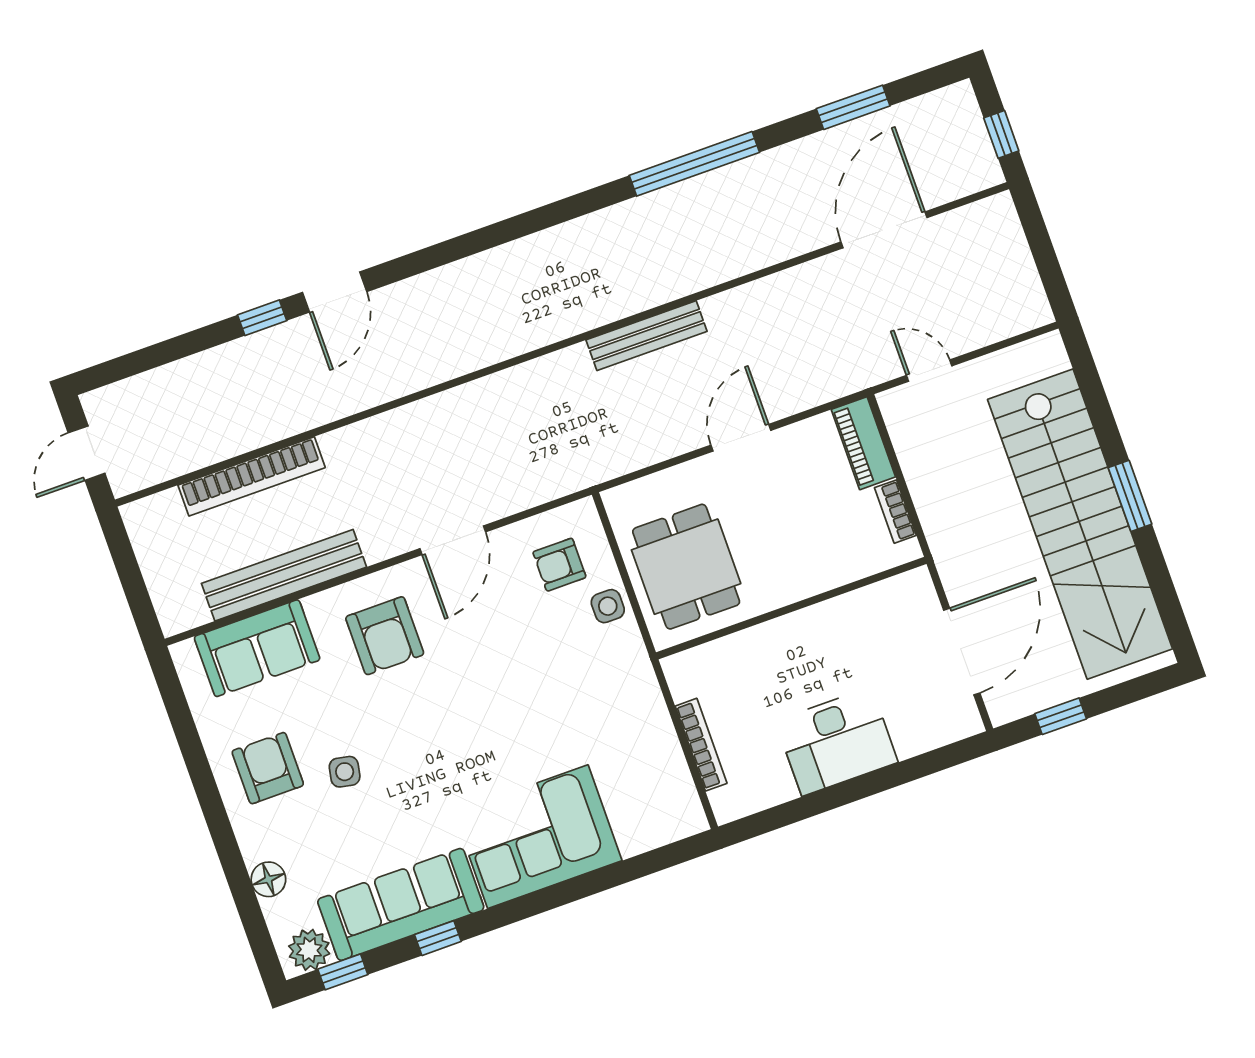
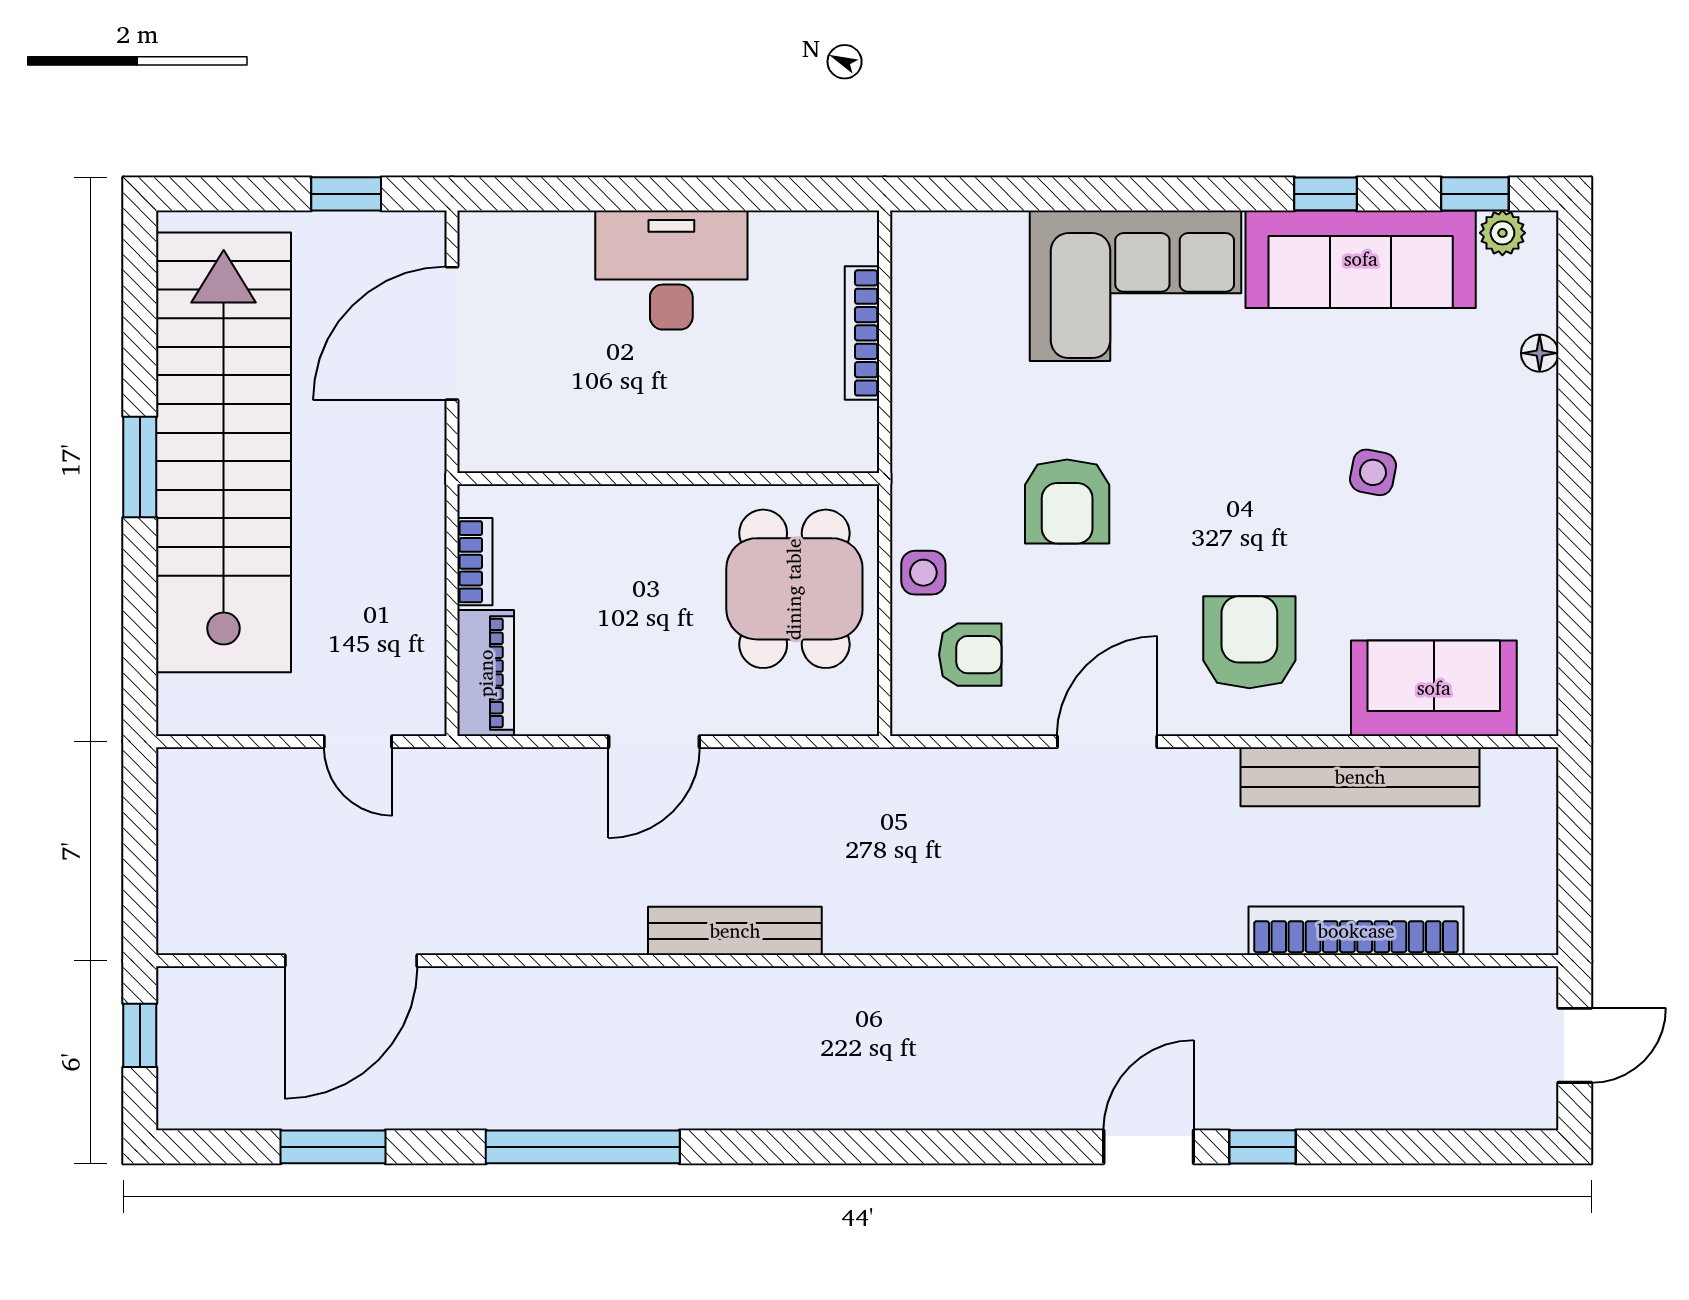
armchair: (268, 768) -> (1067, 501), moved
floor lamp: (268, 879) -> (1540, 353), width x0.73, depth x0.73
plant: (309, 950) -> (1502, 233), width x0.73, depth x0.73

